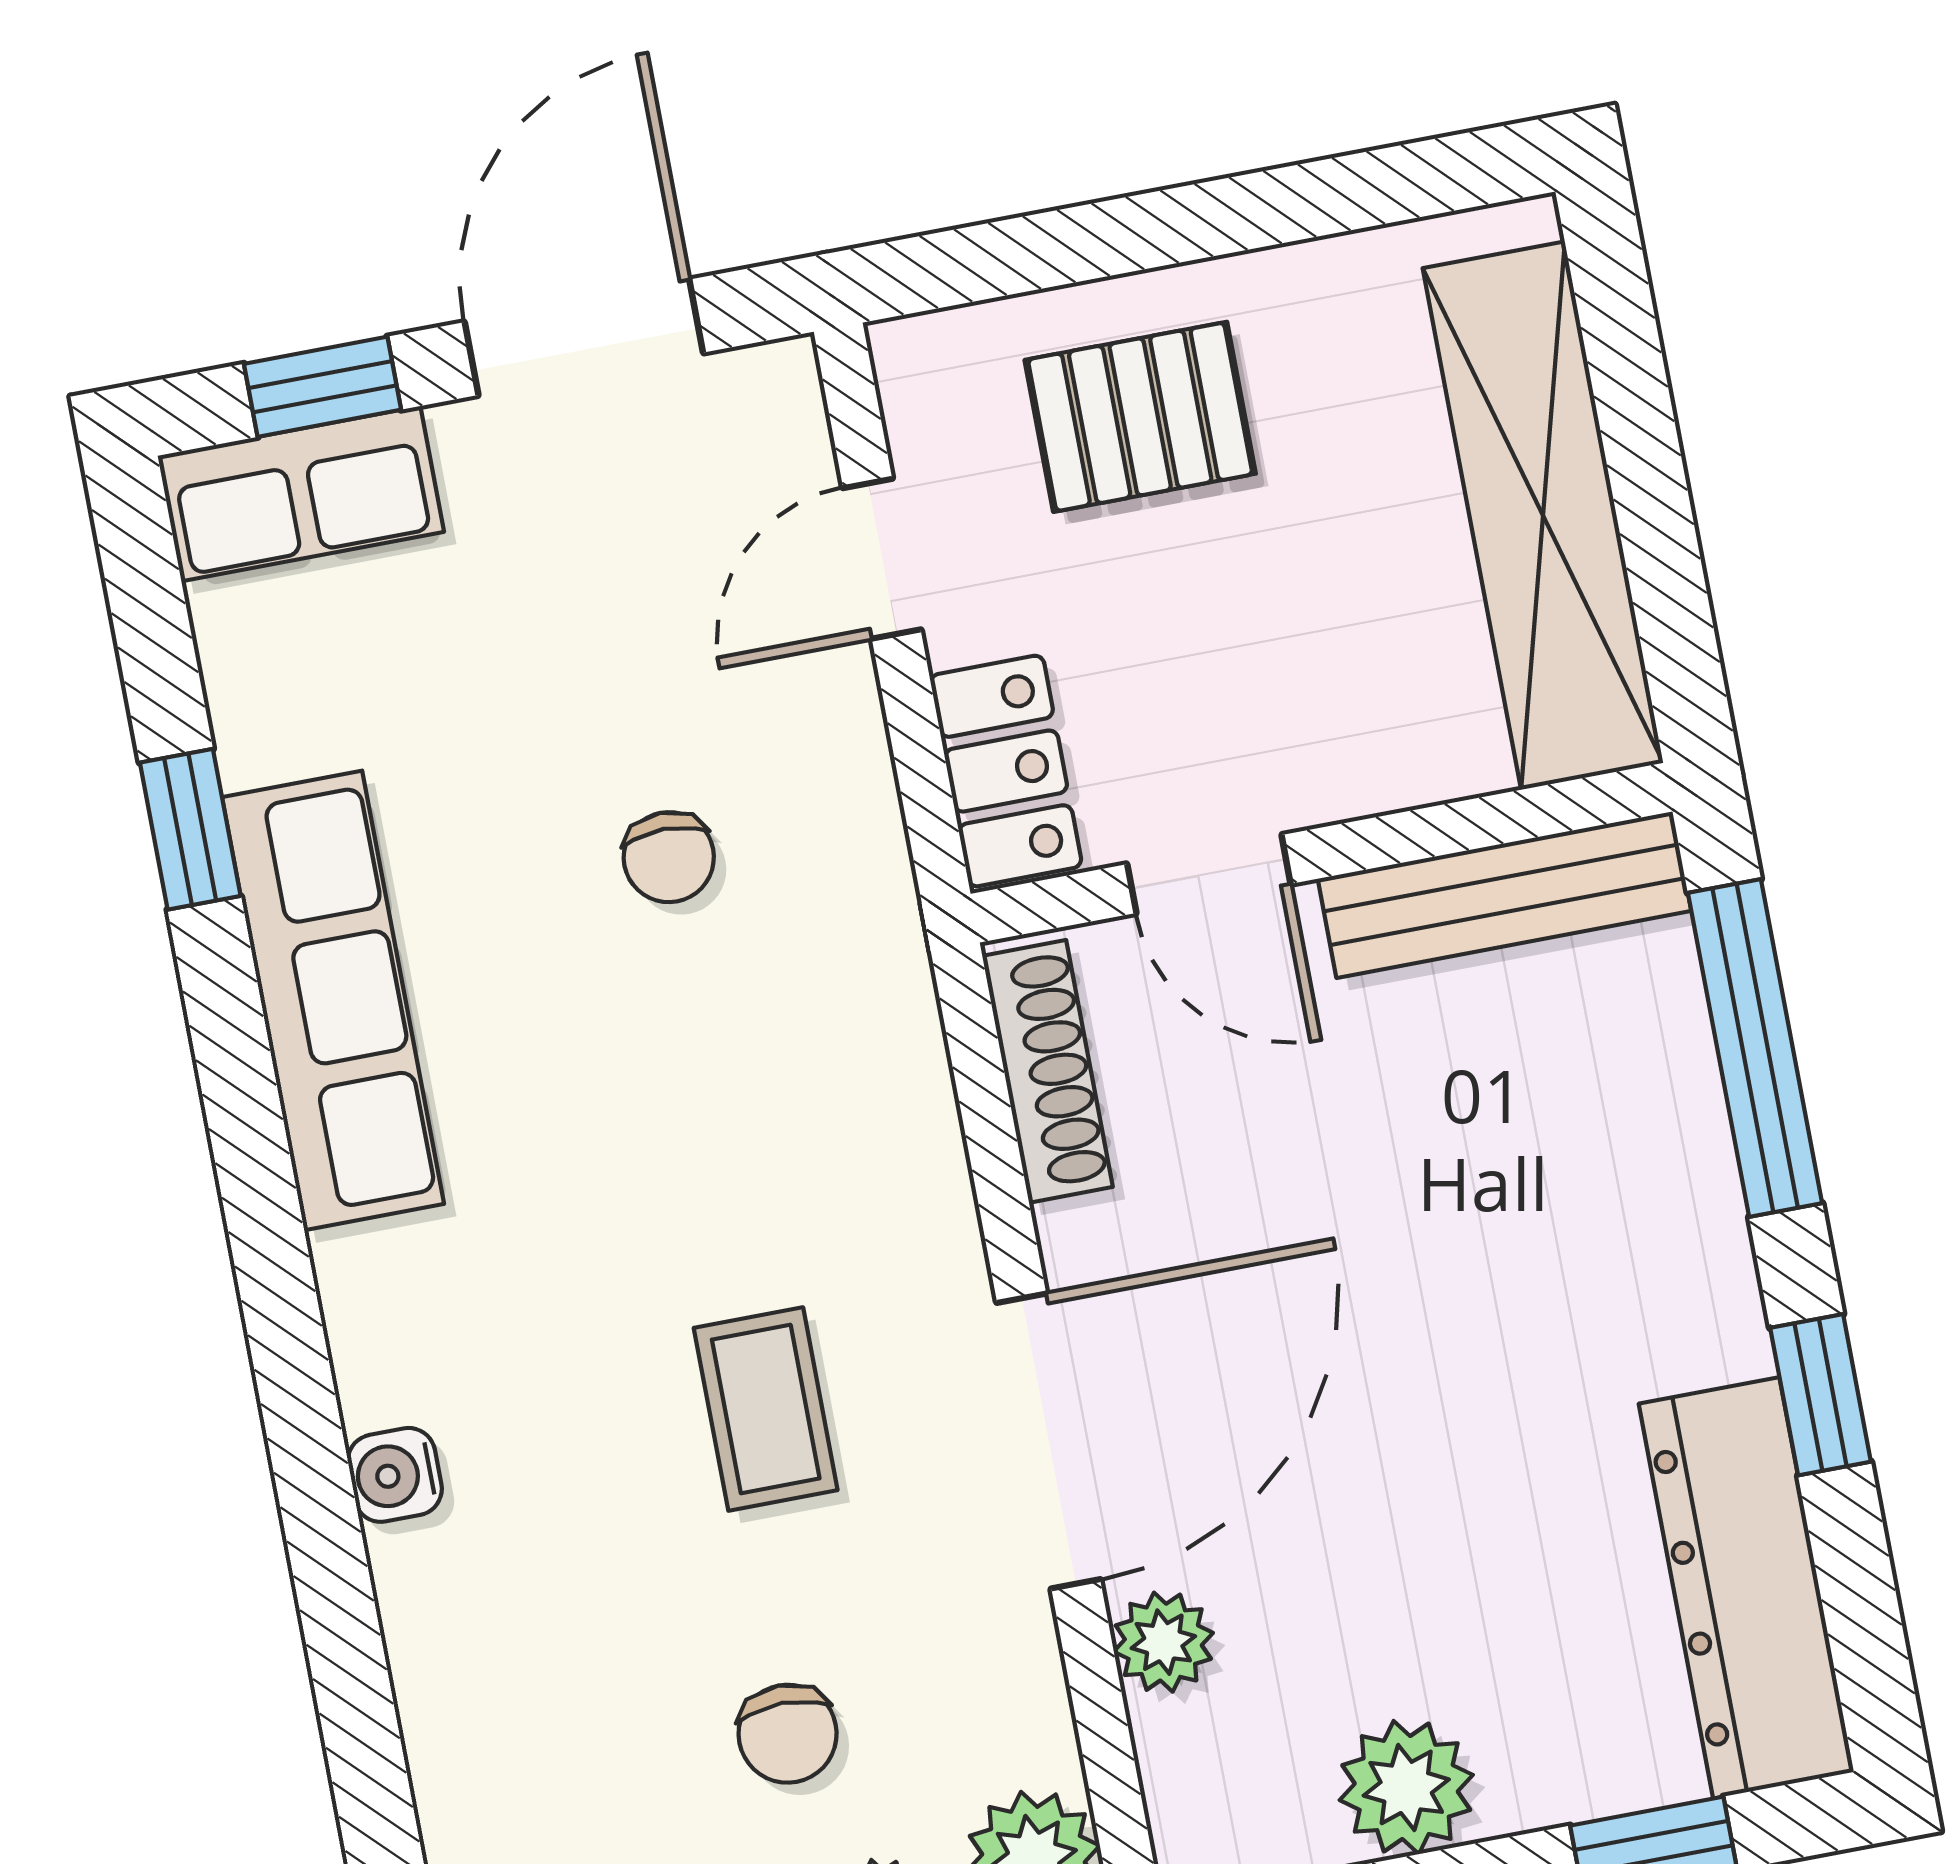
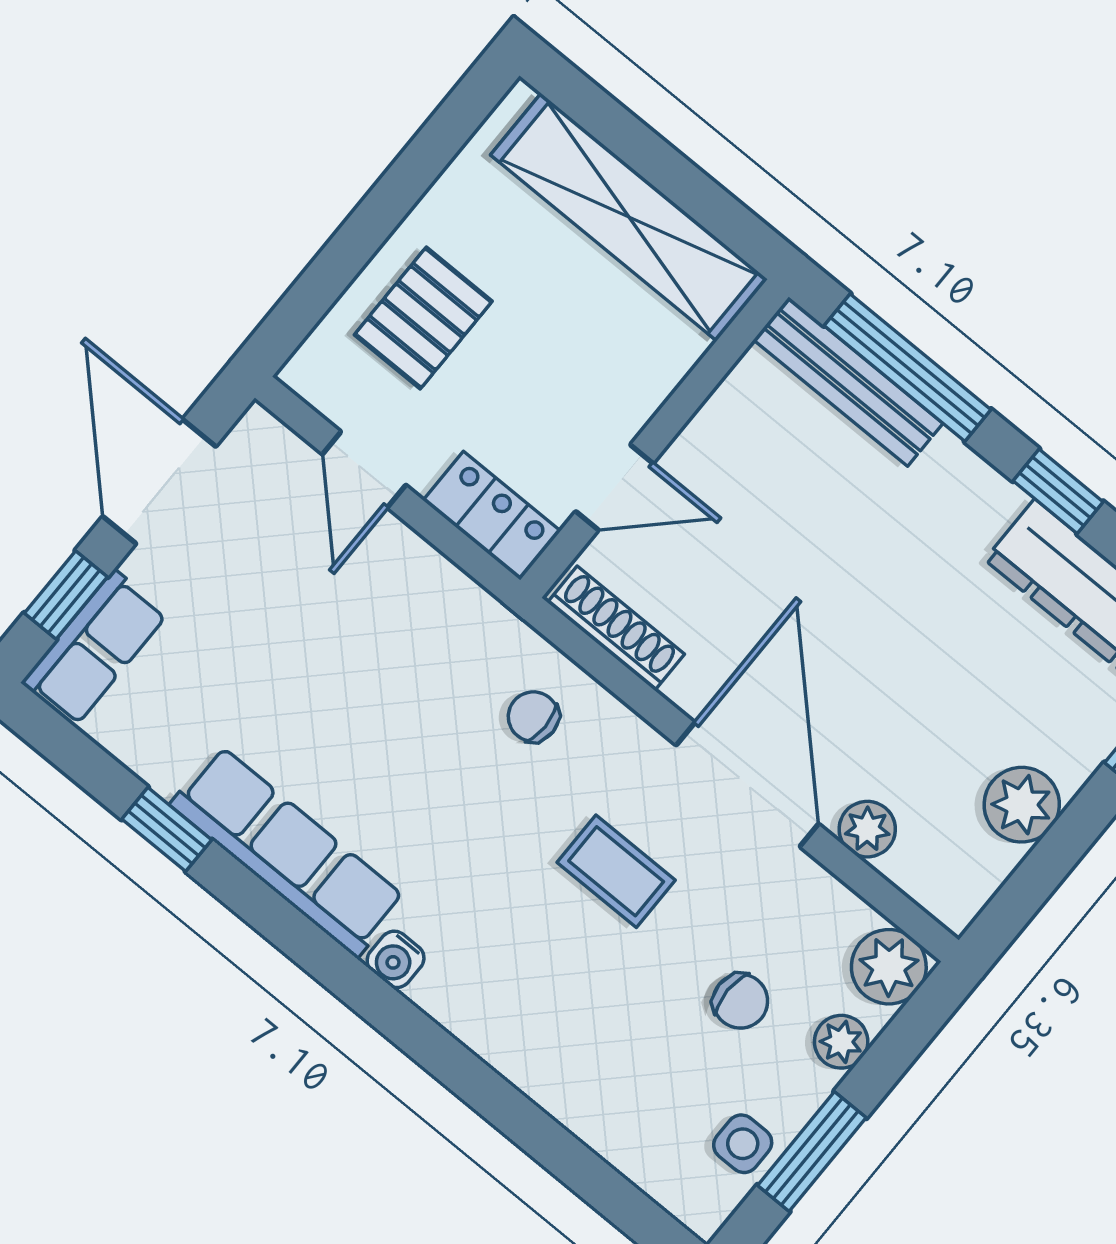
chair: (669, 857) -> (533, 717), moved, turned 180
bench: (1504, 895) -> (848, 382), moved, turned 90
water cooler: (395, 1475) -> (396, 959), moved

